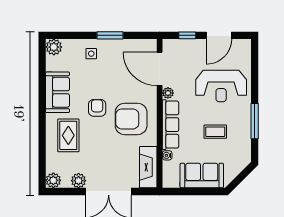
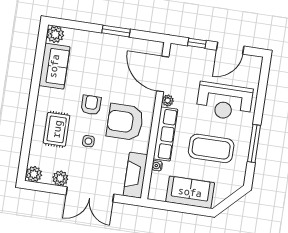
side table: (91, 54) -> (88, 141), moved
sofa: (57, 92) -> (54, 66), moved
coffee table: (215, 132) -> (211, 148), width x1.86, depth x1.72

